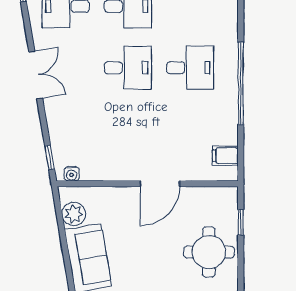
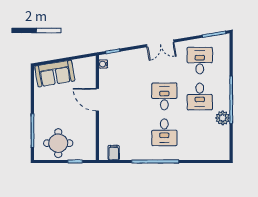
desk: (128, 68) -> (164, 96), turned 180
door: (160, 184) -> (97, 100), moved
plant: (74, 214) -> (80, 65), removed

